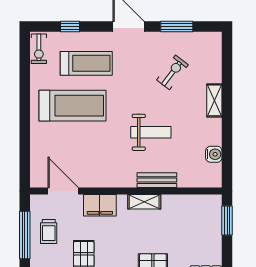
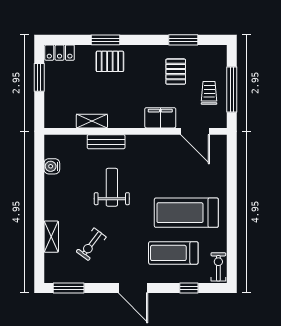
window: (177, 26) -> (69, 288), moved
shelving: (214, 100) -> (51, 237), moved
weight bench: (151, 132) -> (112, 187), turned 90
shelving: (144, 202) -> (92, 121), moved
window: (227, 221) -> (39, 77), moved

